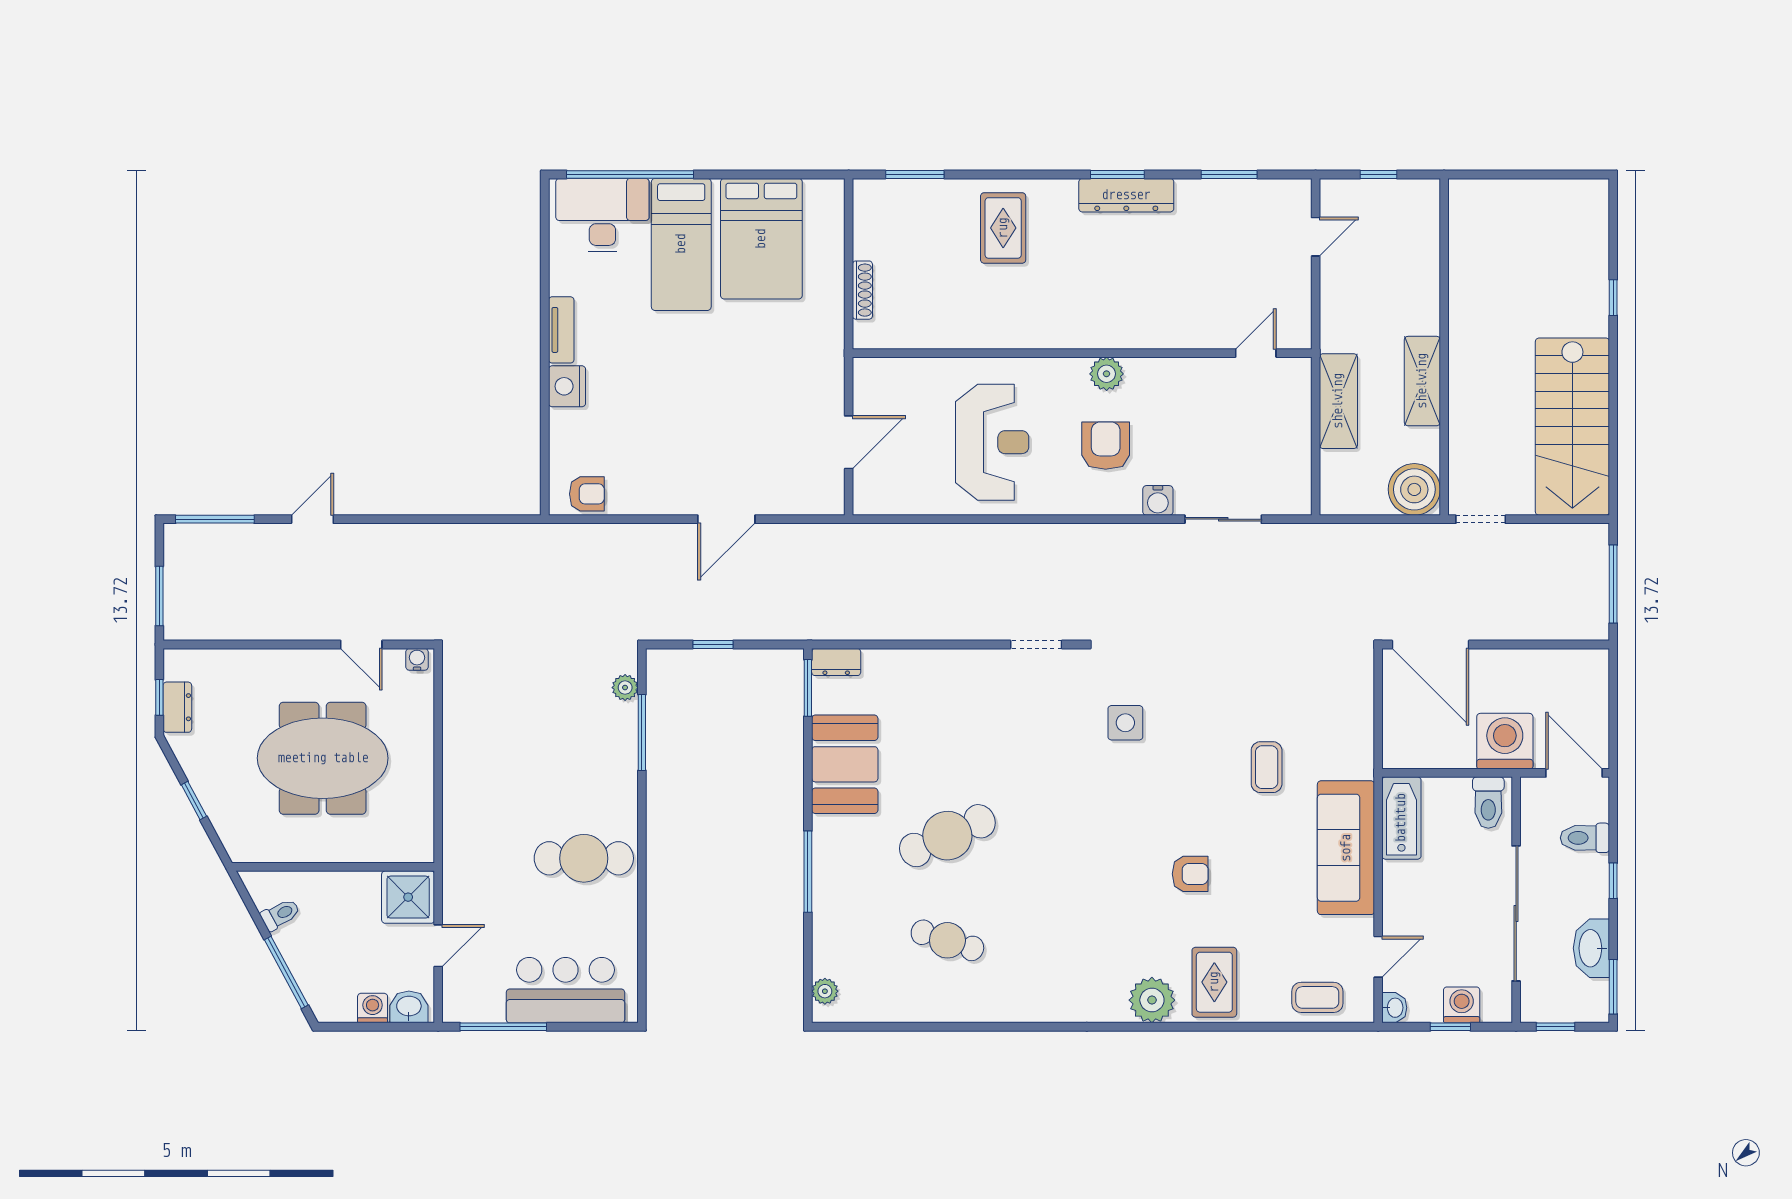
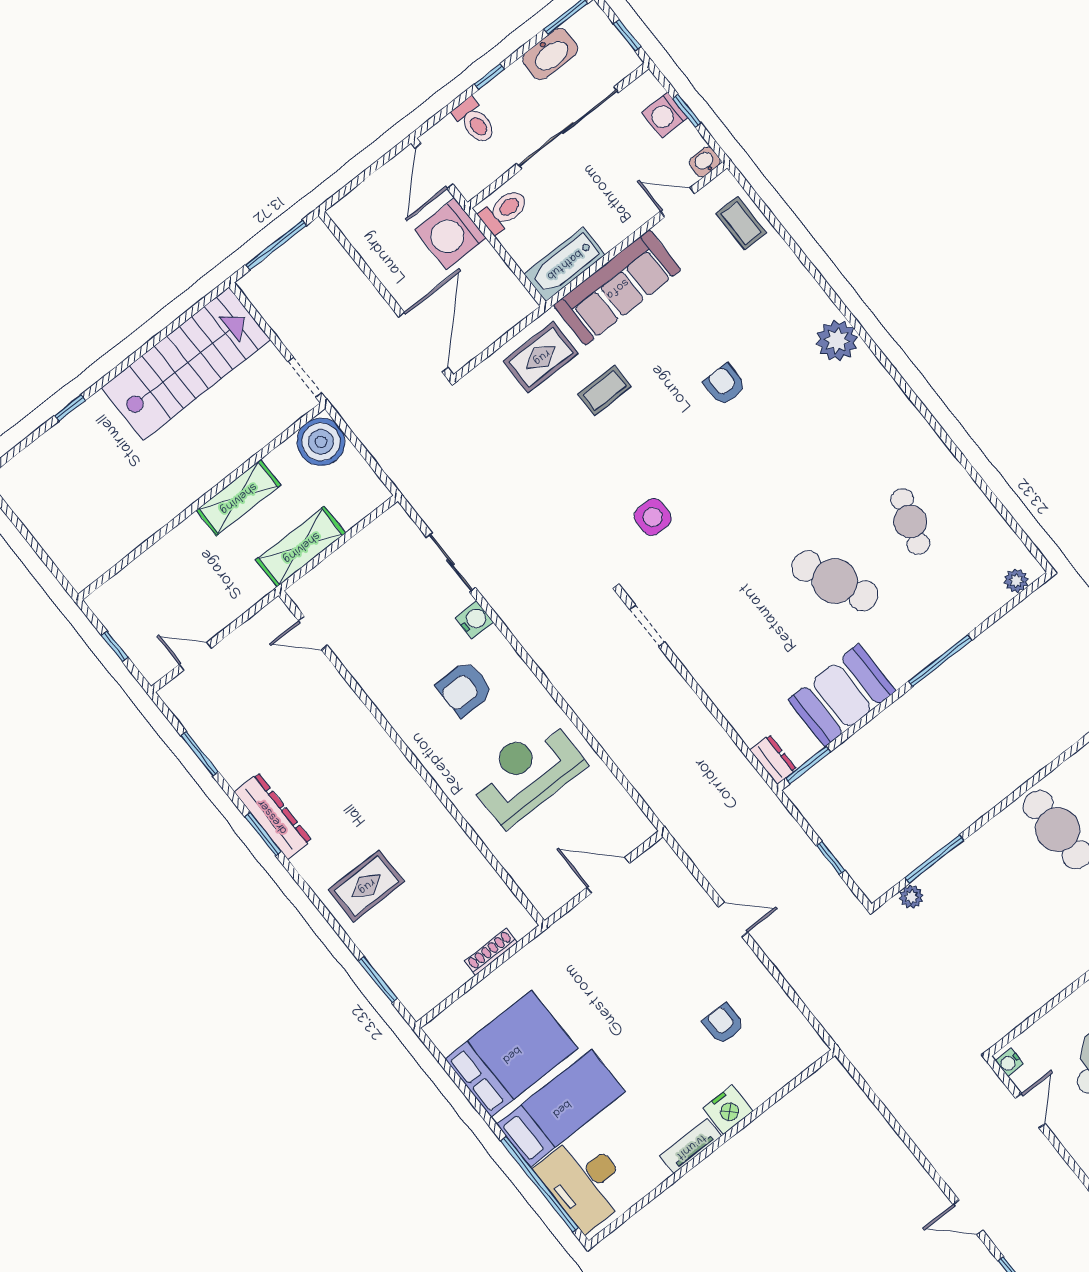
plant: (1107, 374) -> (413, 729), removed
armchair: (587, 494) -> (723, 1024), moved
door: (726, 519) -> (733, 920), width x0.73
rug: (1214, 982) -> (541, 357), moved

